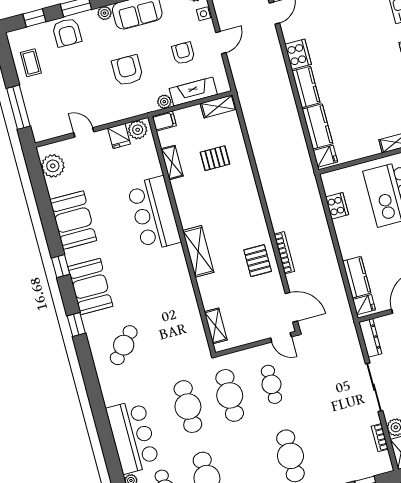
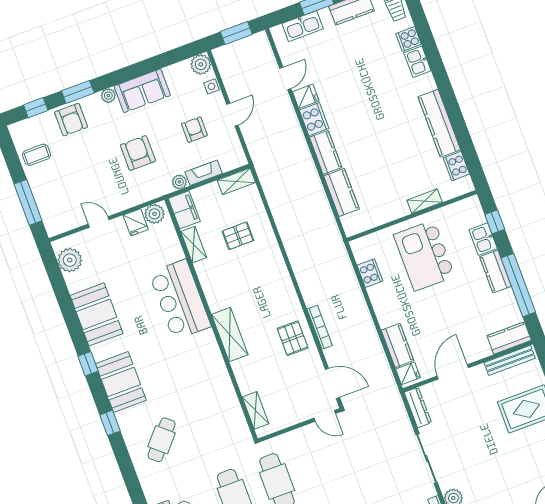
coffee table: (31, 63) -> (37, 155), turned 90
fireplace: (193, 92) -> (204, 173), width x0.73, depth x0.76
filing cabinet: (164, 121) -> (184, 210), width x2.00
fridge: (325, 156) -> (306, 96), moved
cafe table: (271, 384) -> (319, 466), removed

